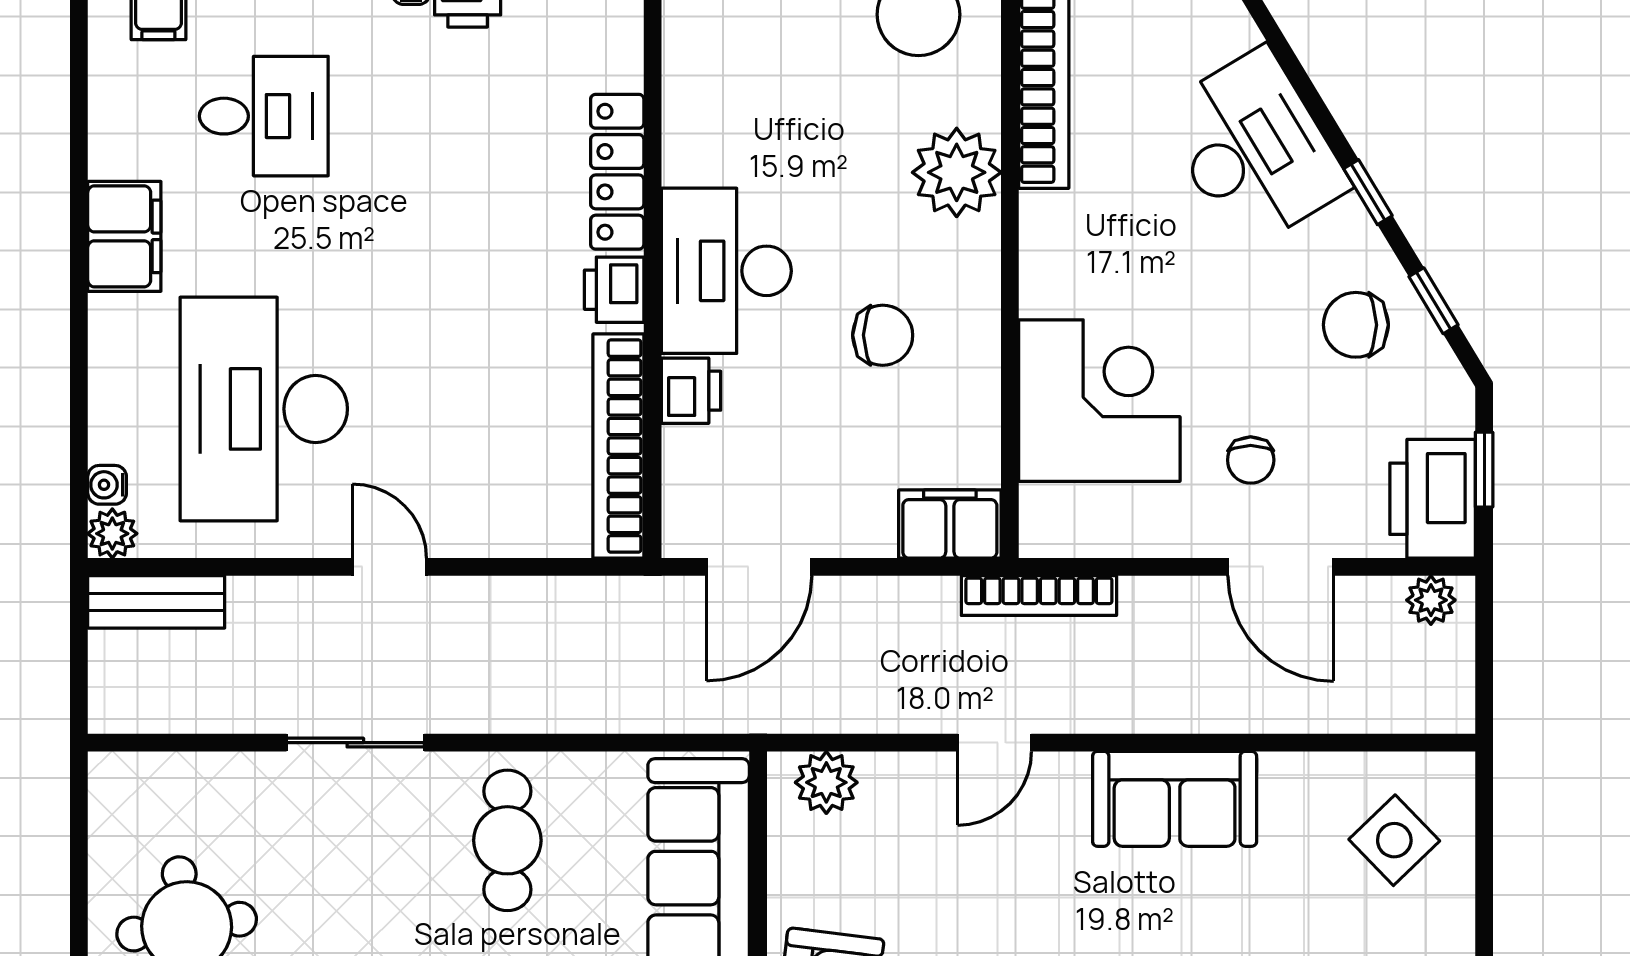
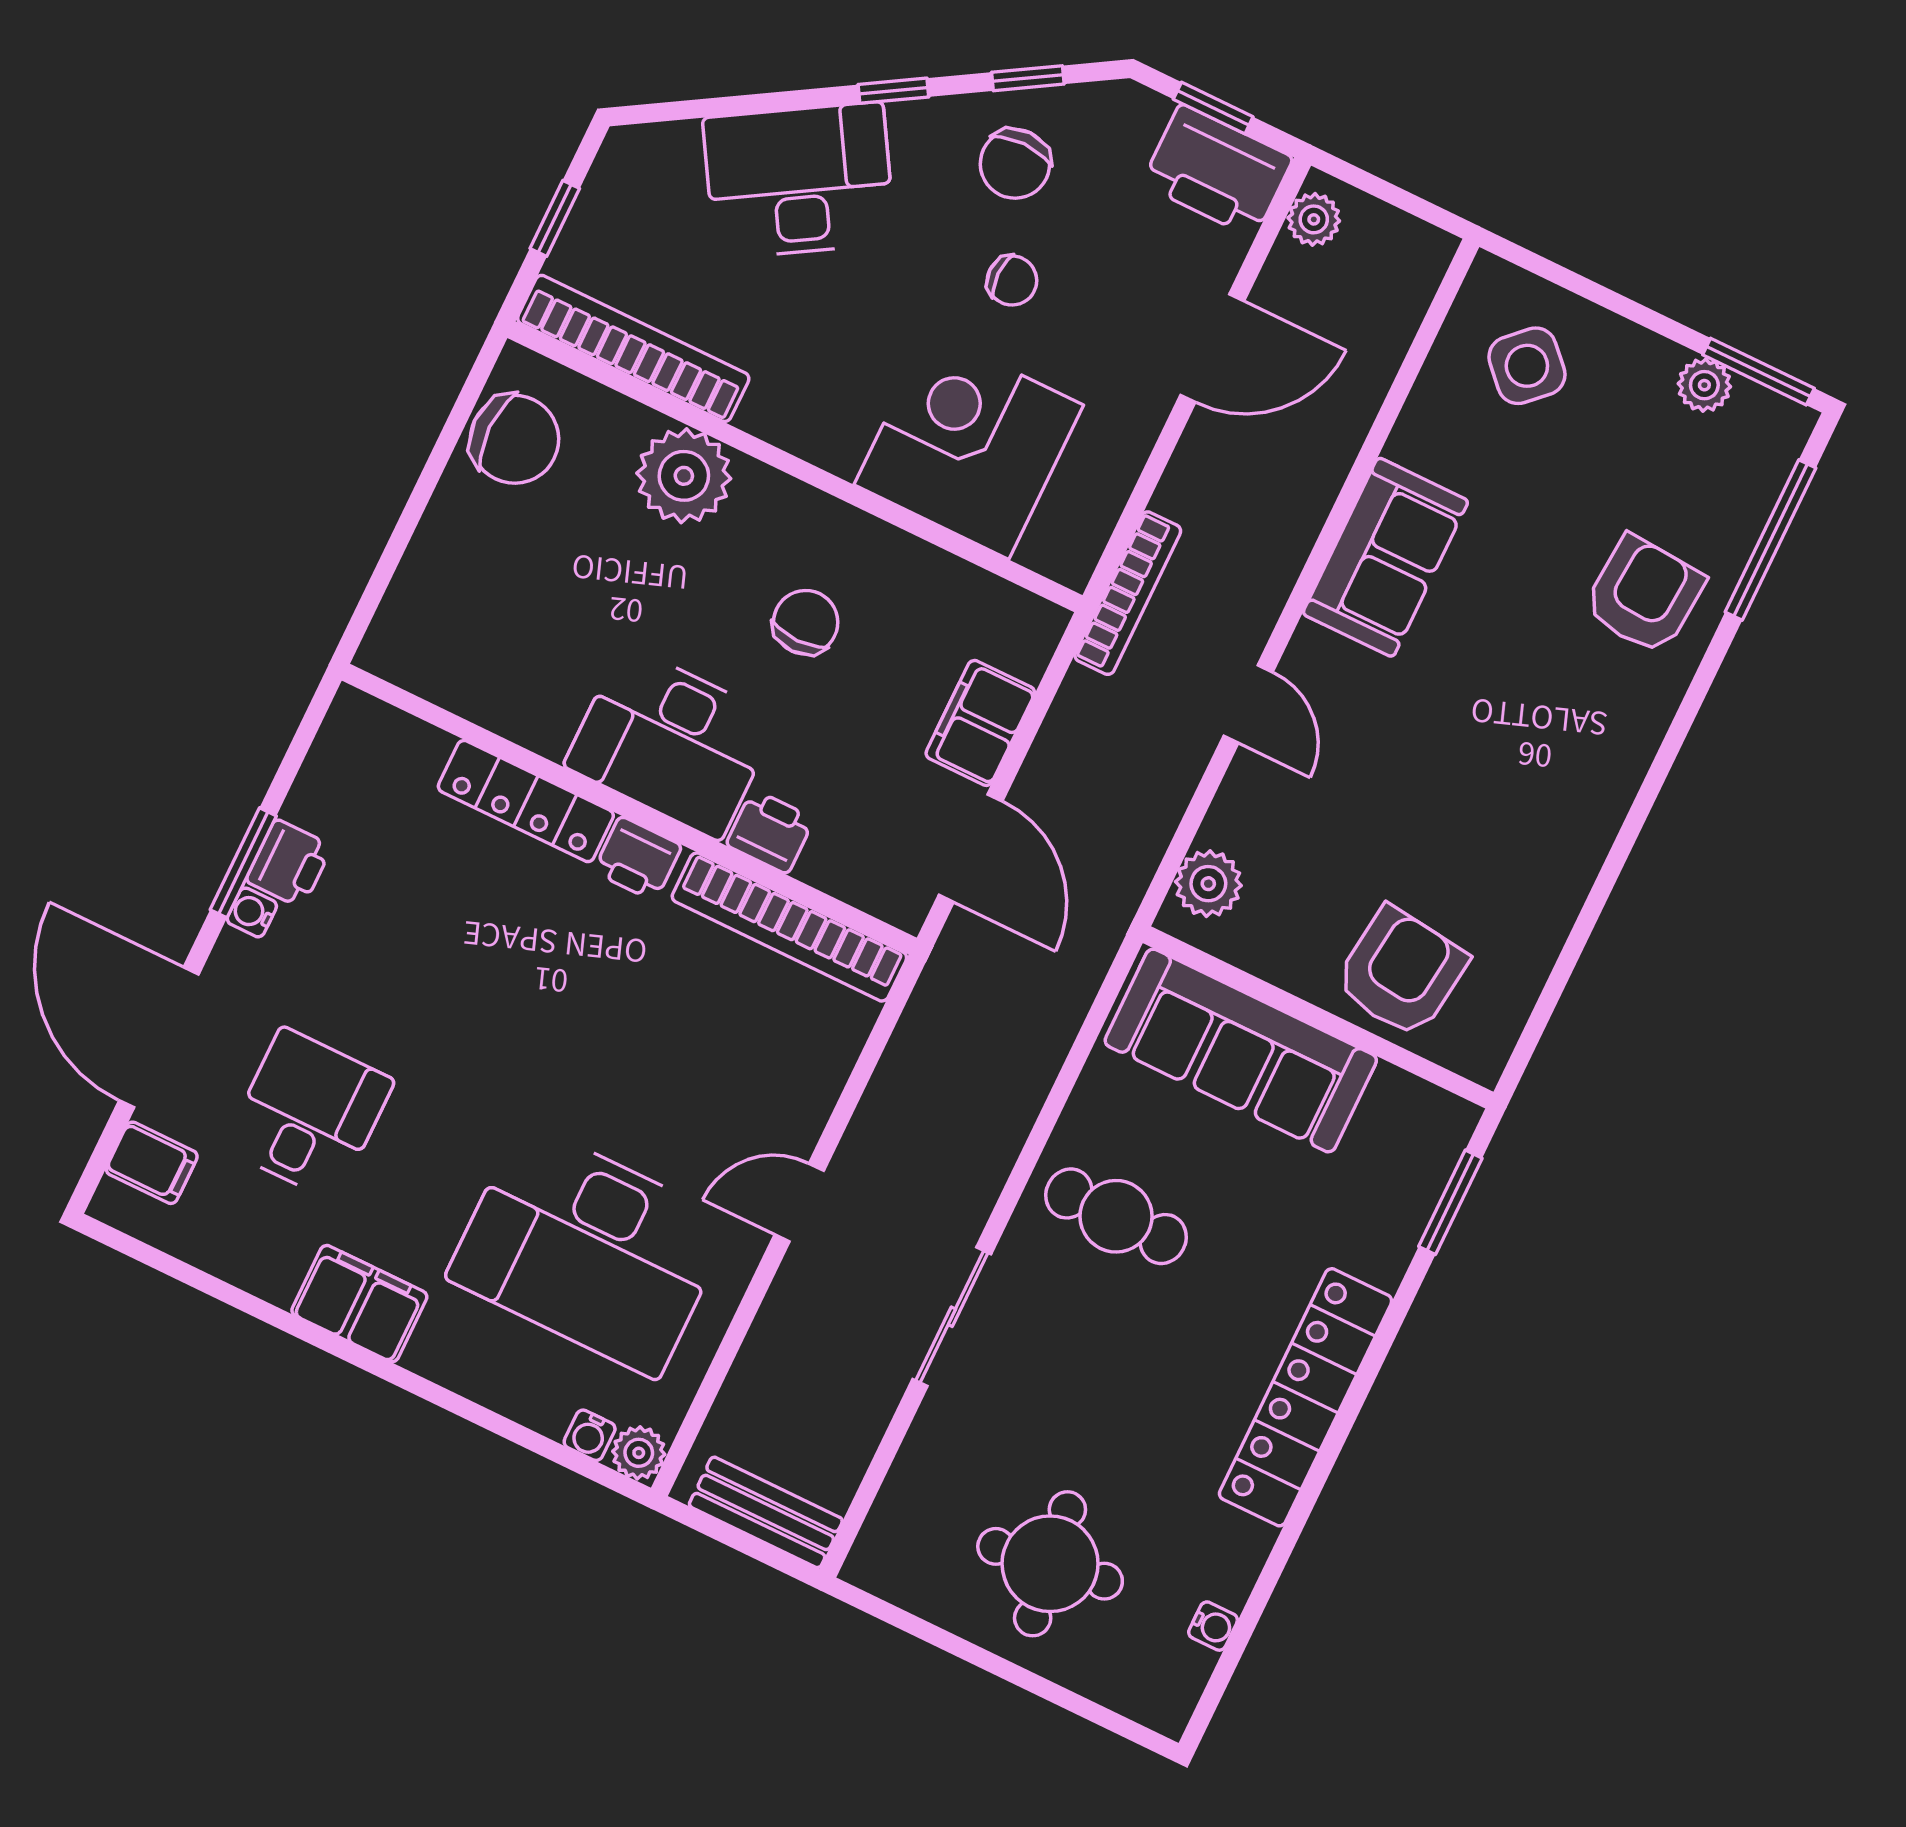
chair: (1251, 460) -> (1012, 281), moved
filing cabinet: (950, 524) -> (980, 723), moved
bench: (156, 602) -> (766, 1512), moved, turned 90

